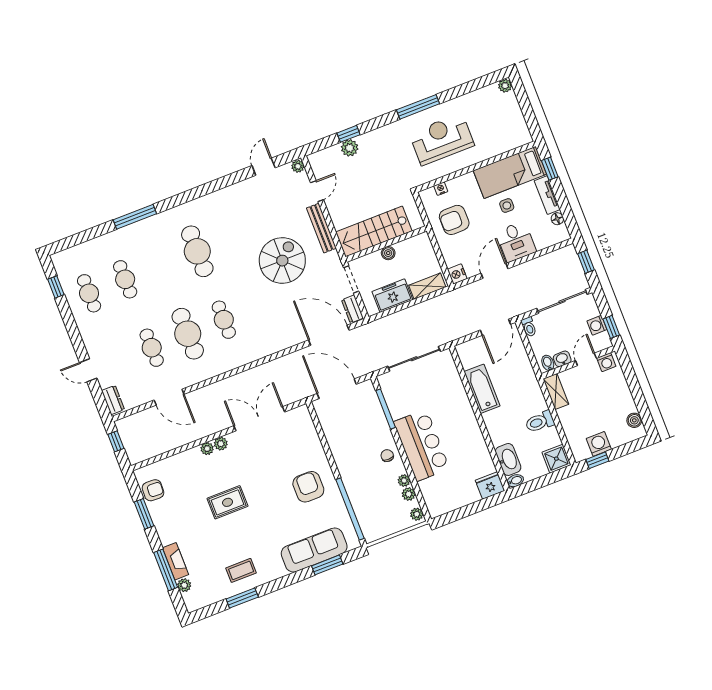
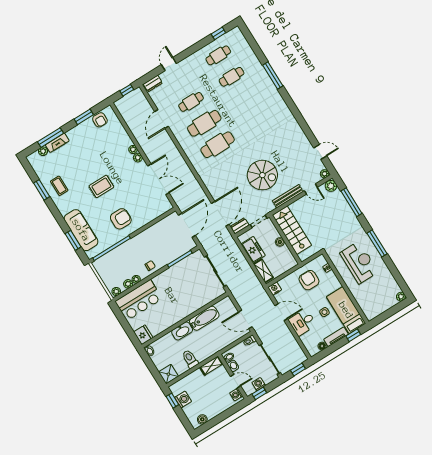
window: (348, 134) -> (351, 202), width x2.17
plant: (350, 148) -> (331, 186), moved
cafe table: (197, 251) -> (258, 120), removed
cafe table: (224, 320) -> (218, 145), width x1.37, depth x1.35
bar counter: (422, 445) -> (139, 300), moved
washbasin: (508, 459) -> (182, 331), moved
rug: (227, 502) -> (101, 186), moved, turned 90

